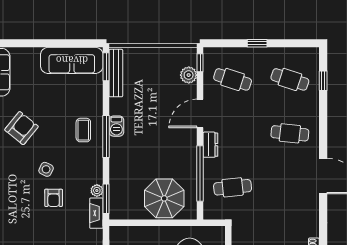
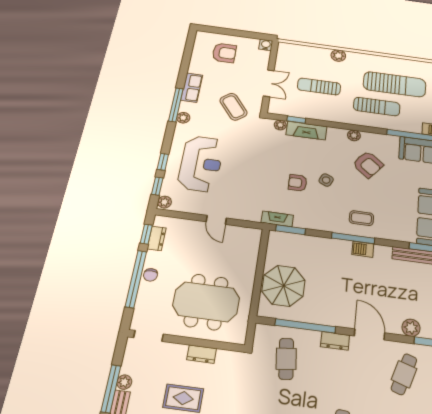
plant: (97, 191) -> (300, 222), removed

